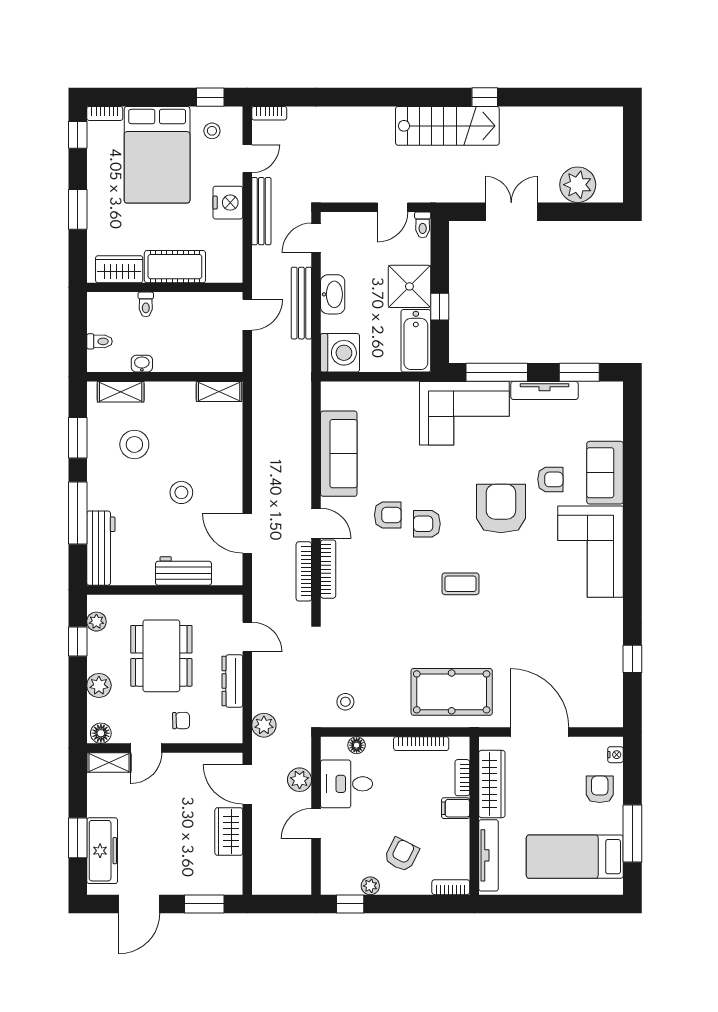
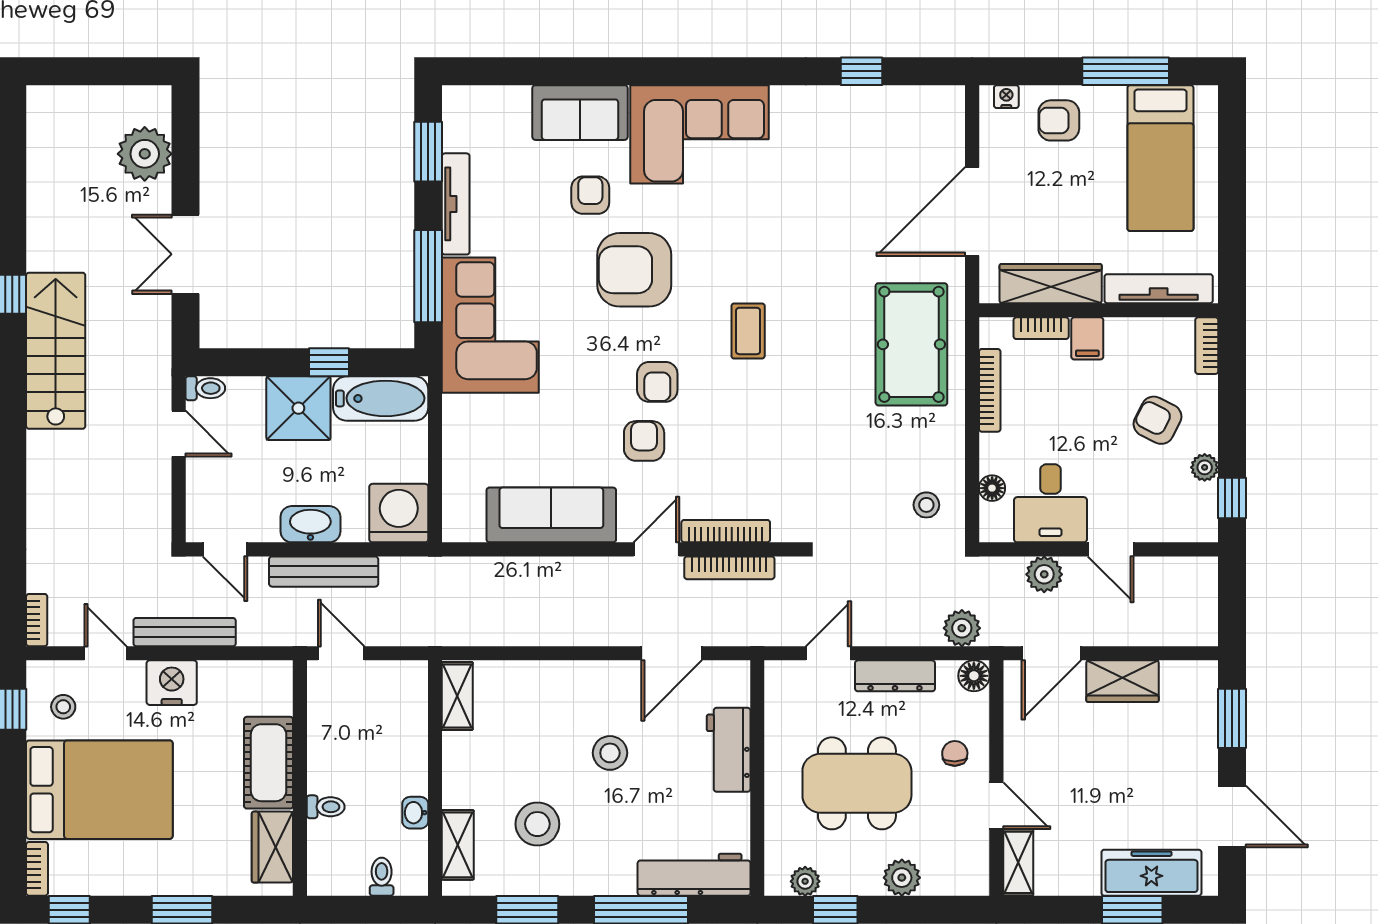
floor lamp: (101, 733) -> (974, 676), moved

